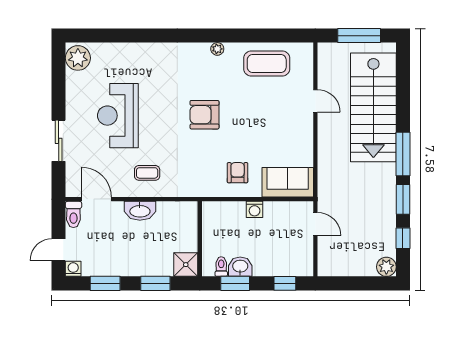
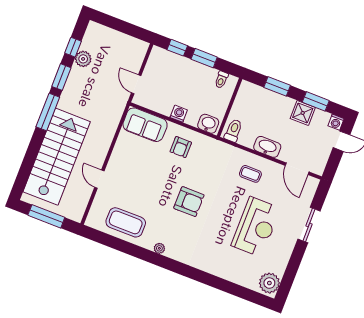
toilet: (73, 214) -> (233, 130), moved
shower: (186, 265) -> (303, 113), moved
washbasin: (240, 267) -> (208, 124), moved, turned 180
plant: (386, 267) -> (83, 59), moved
window: (235, 283) -> (204, 58), moved

